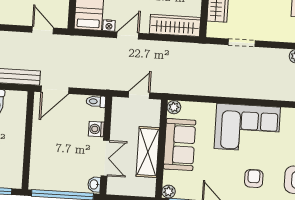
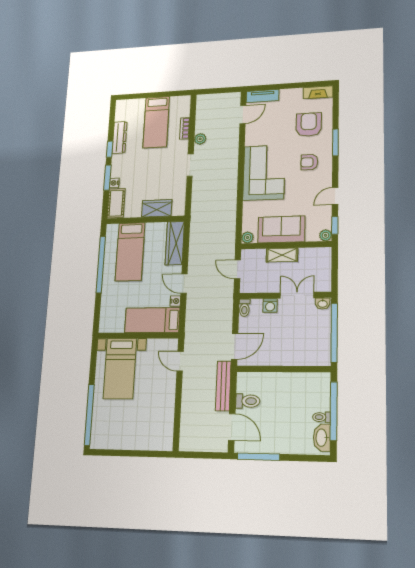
door: (43, 30) -> (180, 361), hinge flipped
doorway: (242, 43) -> (190, 165), moved
door: (55, 90) -> (235, 346), hinge flipped
shelving: (148, 152) -> (282, 255), width x0.67, depth x0.75

